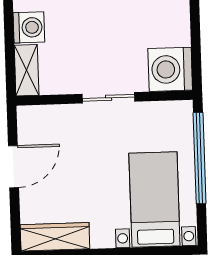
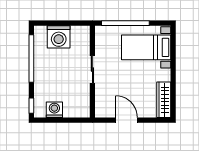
washing machine: (170, 69) -> (59, 37), moved
shelving: (27, 70) -> (77, 112), removed

